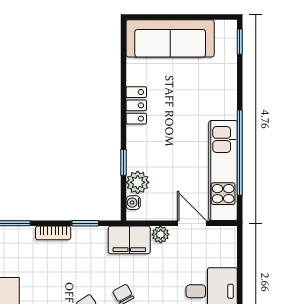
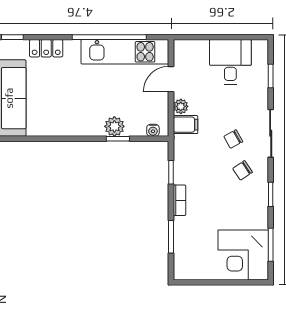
locker: (136, 105) -> (46, 48), moved, turned 180
plant: (138, 182) -> (114, 126), moved
filing cabinet: (129, 240) -> (186, 125), width x0.50

